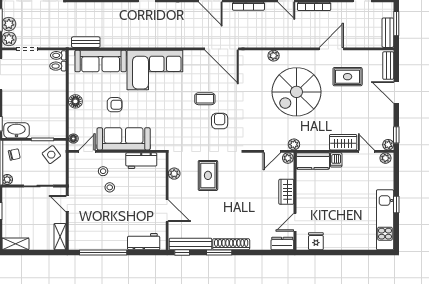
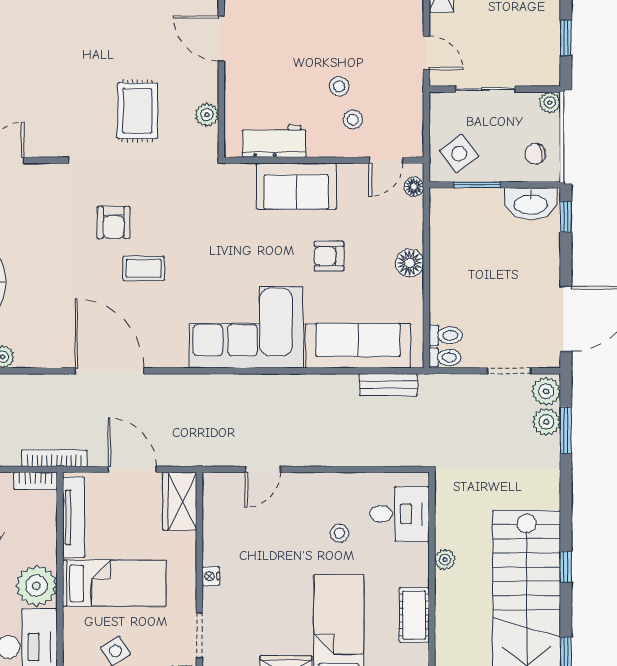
sofa: (124, 139) -> (296, 186), width x0.73

